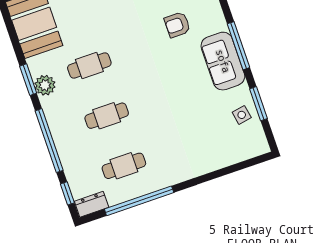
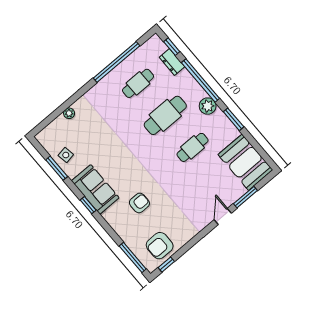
window: (239, 46) -> (88, 205), width x0.46
plant: (45, 85) -> (208, 106), moved
cafe table: (107, 116) -> (165, 115), width x1.37, depth x1.35
plant: (219, 162) -> (69, 113), added
dresser: (92, 204) -> (172, 62), moved, turned 90

